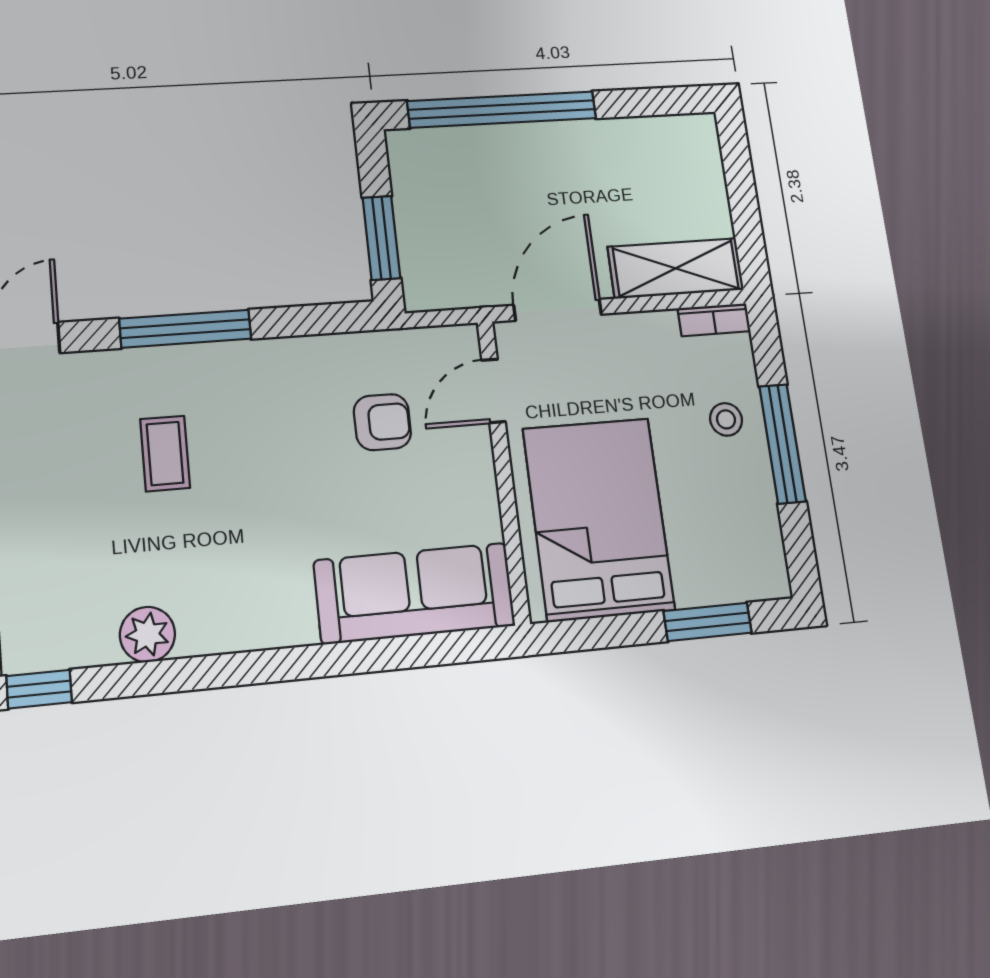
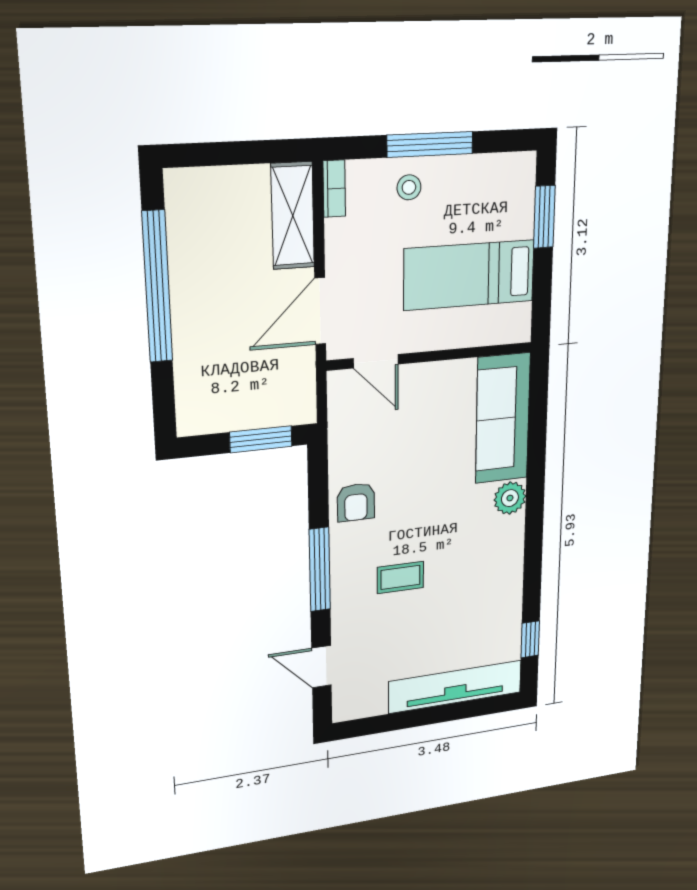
window: (502, 110) -> (157, 287), moved
door: (558, 310) -> (320, 311), hinge flipped
armchair: (382, 422) -> (356, 502), moved, turned 180
bed: (598, 519) -> (469, 275), width x0.67
plant: (147, 634) -> (510, 498), moved

